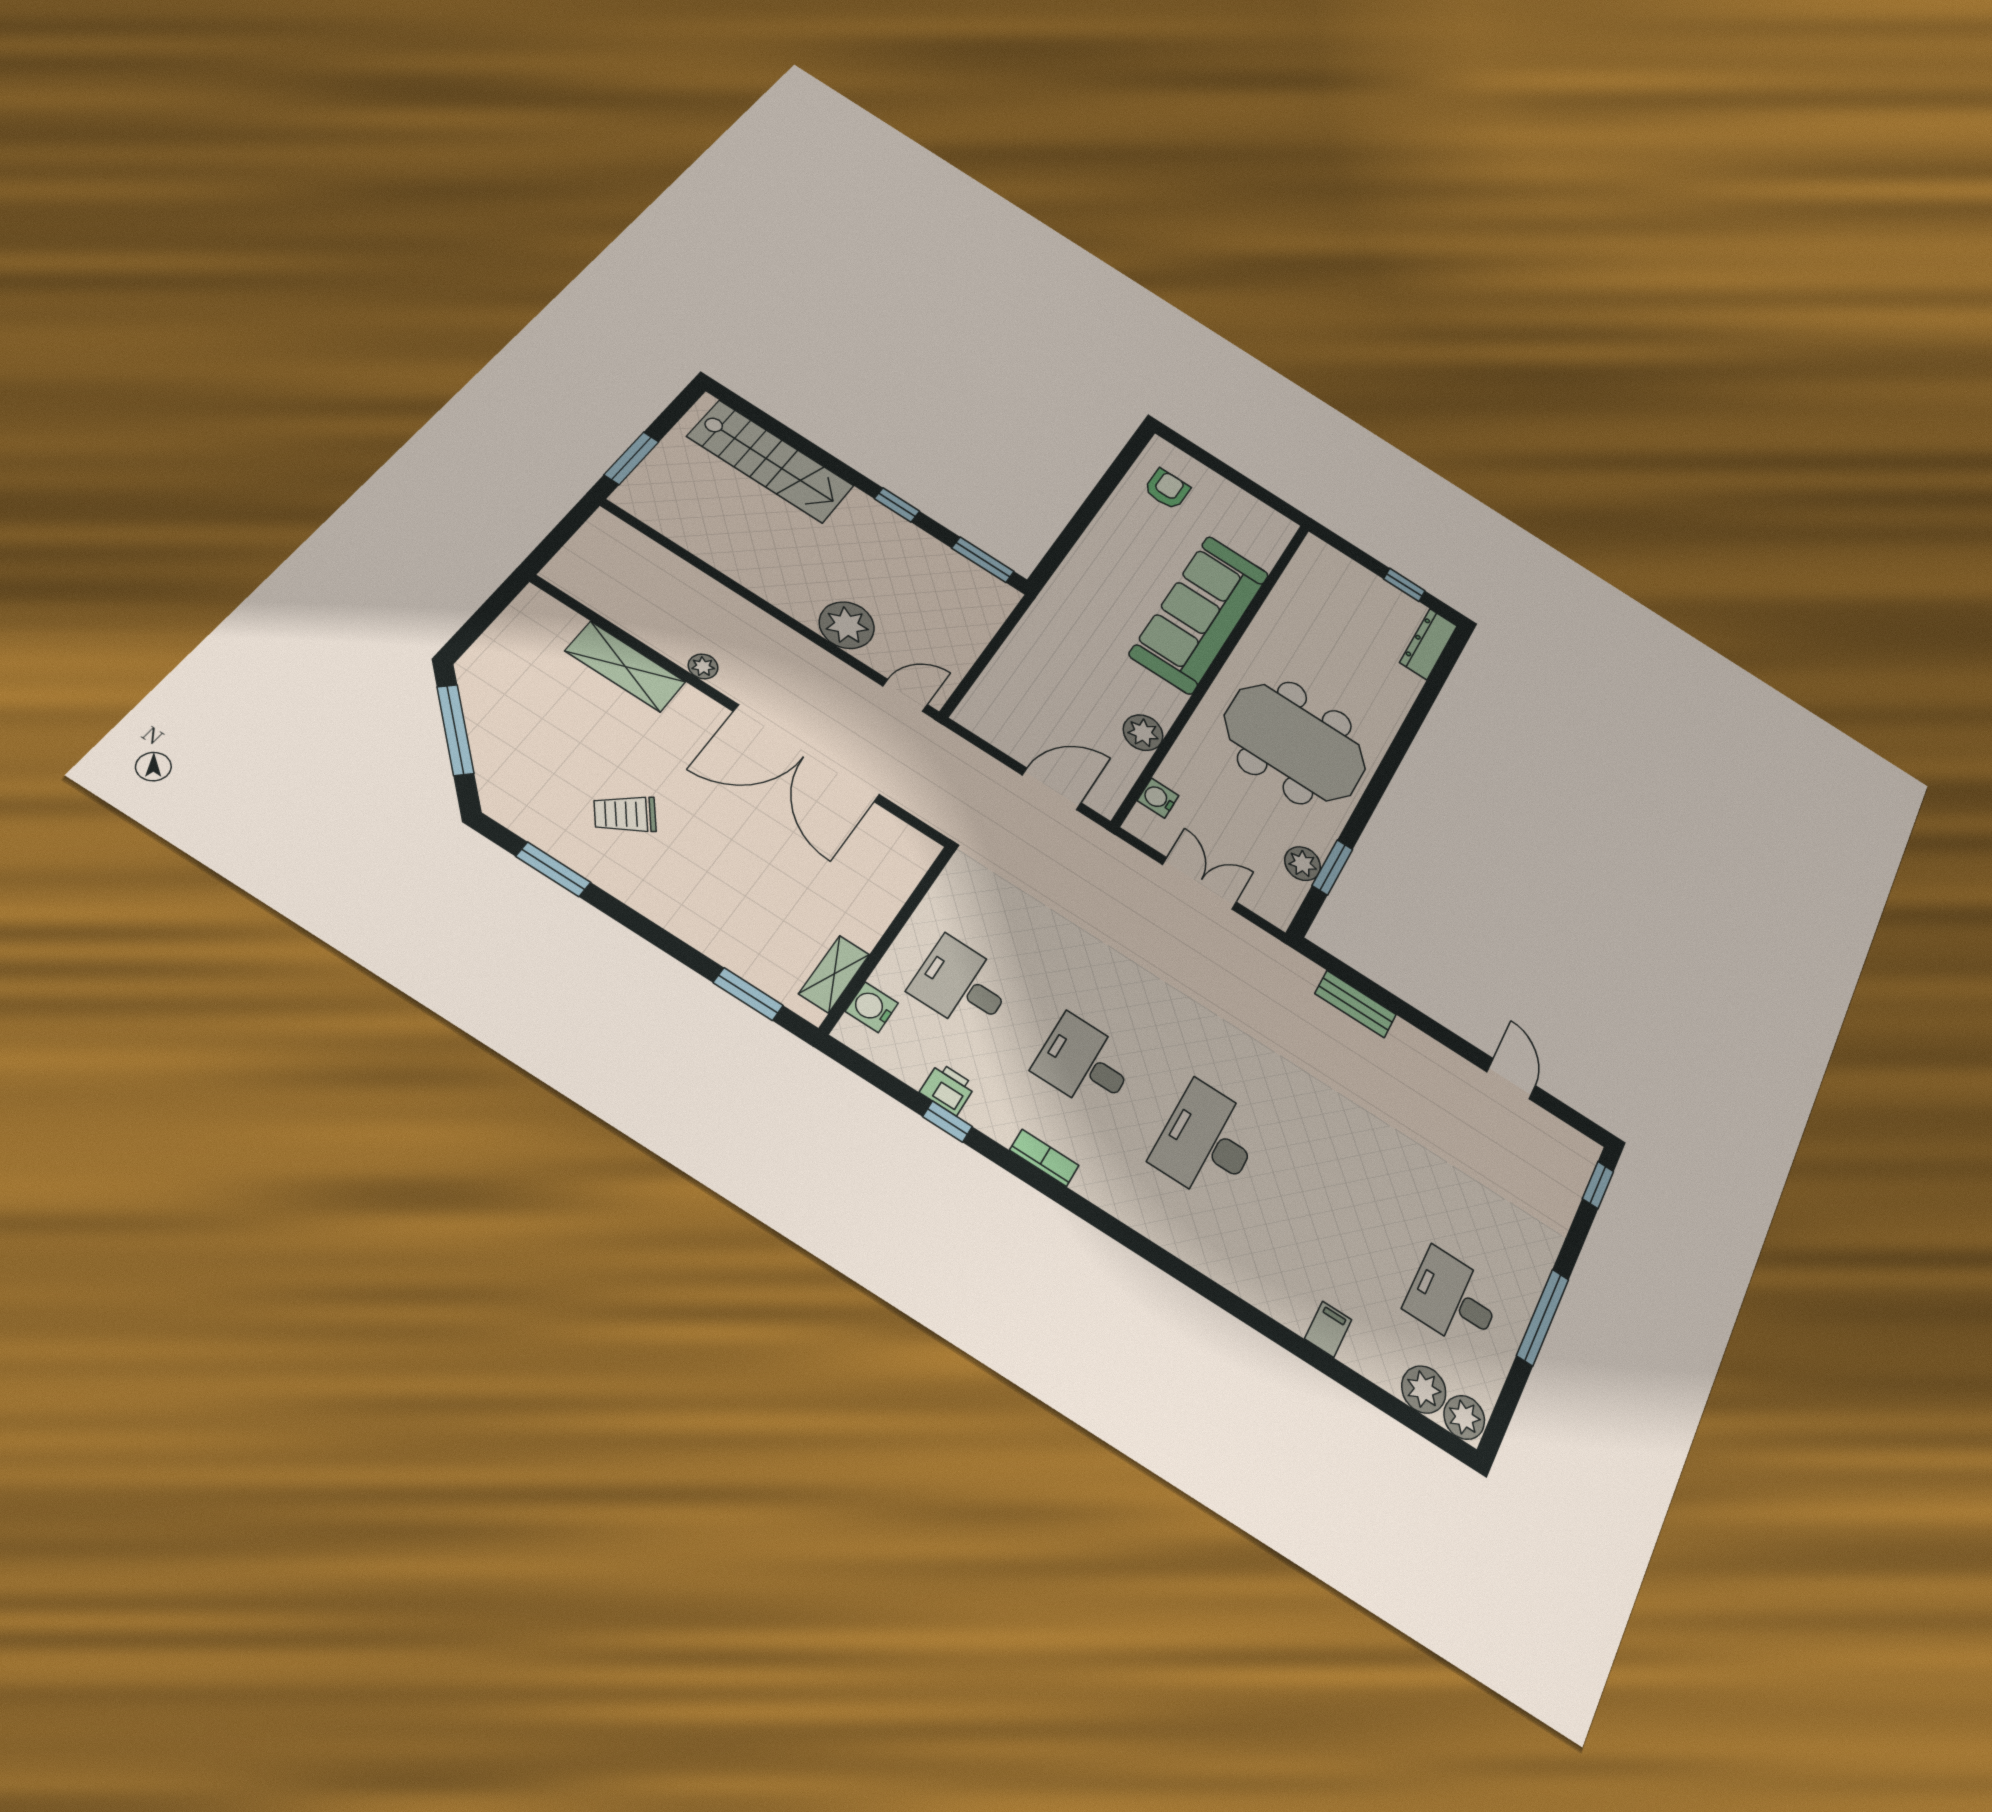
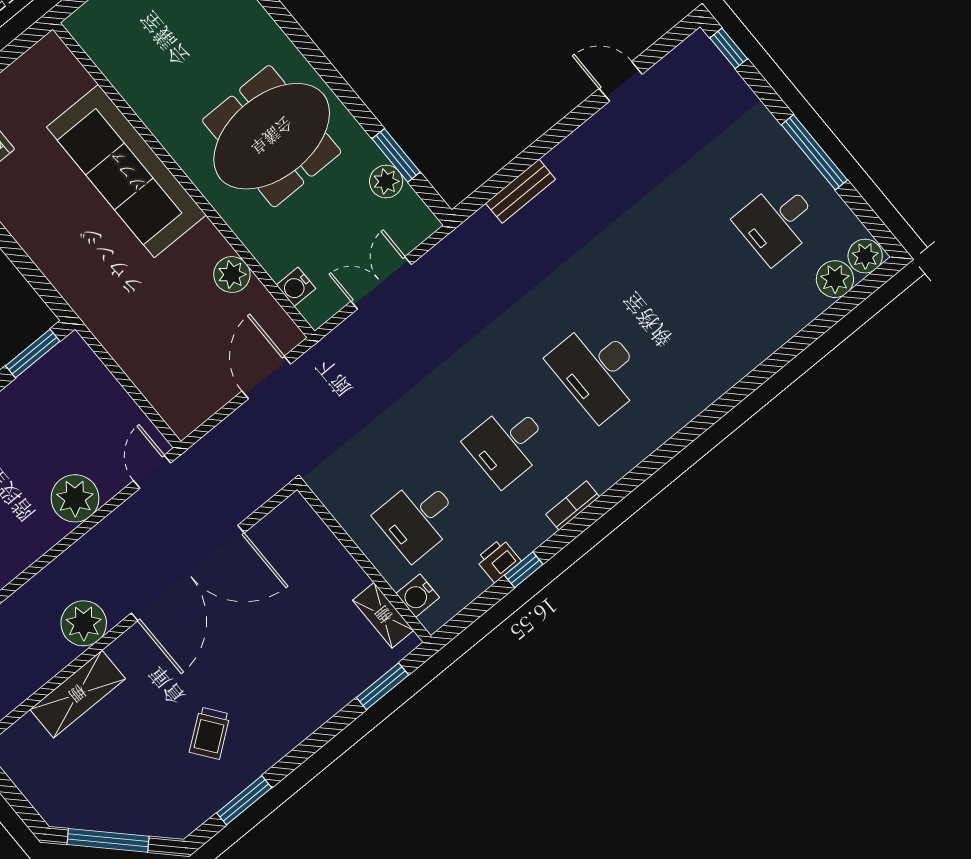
plant: (703, 666) -> (84, 623), width x1.88, depth x1.88
filing cabinet: (1328, 1329) -> (767, 336), removed

